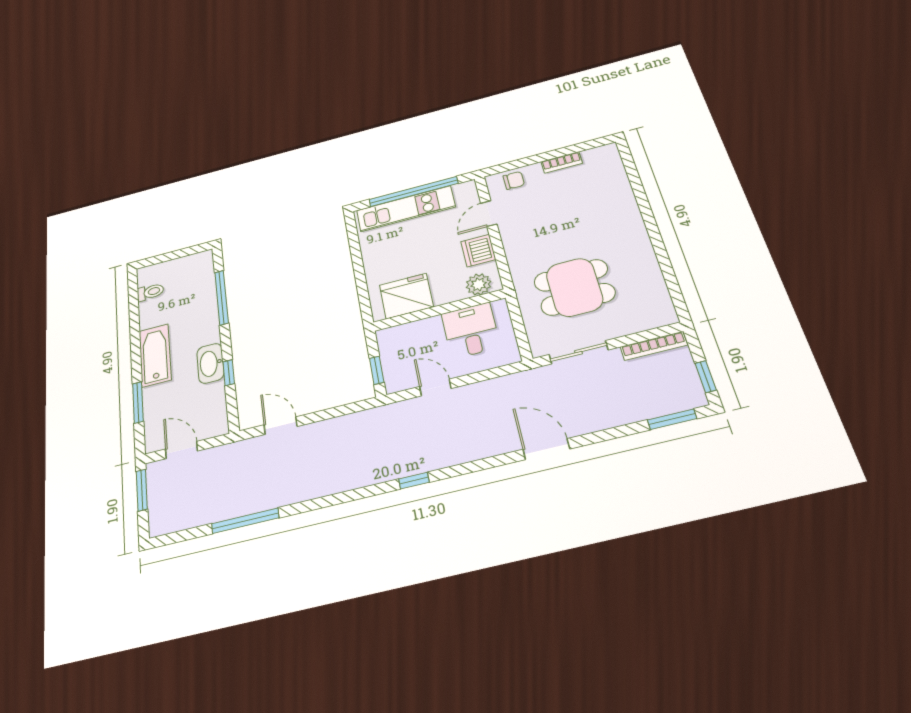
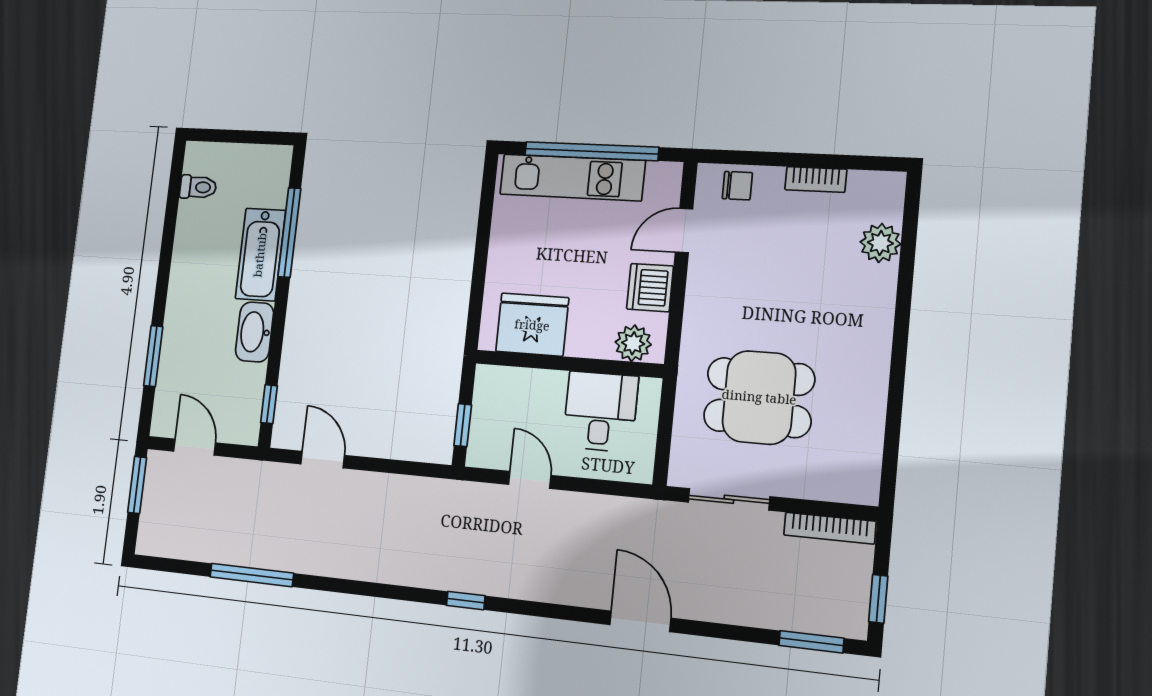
plant: (616, 181) -> (880, 243), added
bathtub: (155, 355) -> (260, 255), moved, turned 180
window: (229, 373) -> (269, 404), moved

